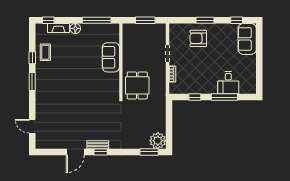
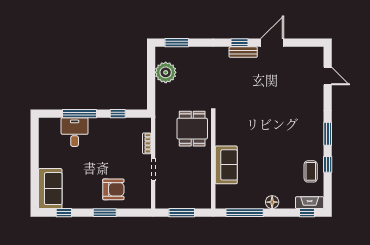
fireplace: (58, 28) -> (310, 203), moved
plant: (158, 141) -> (166, 72), moved

